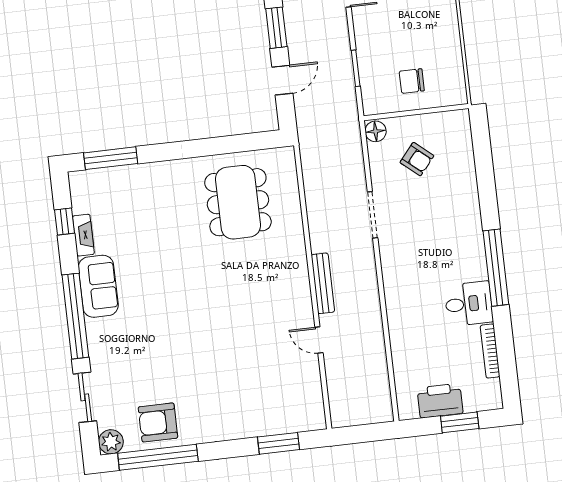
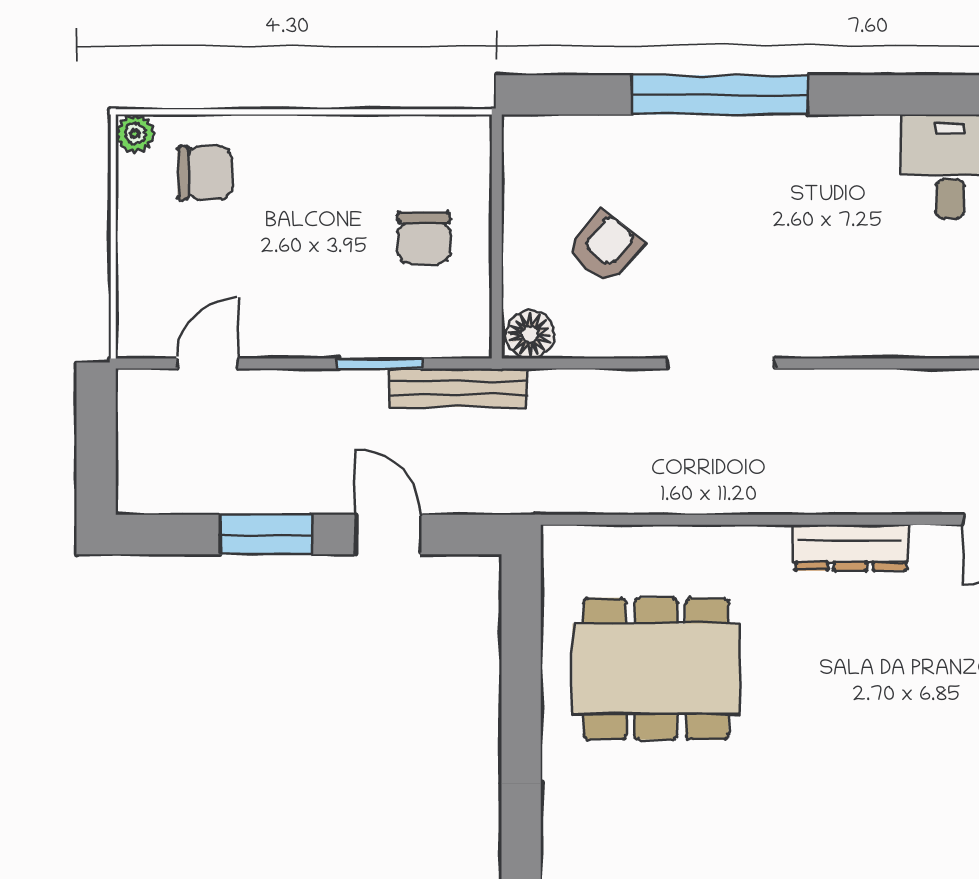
window: (496, 268) -> (720, 95), moved
dresser: (300, 280) -> (850, 548), added
bench: (323, 283) -> (457, 388), moved

